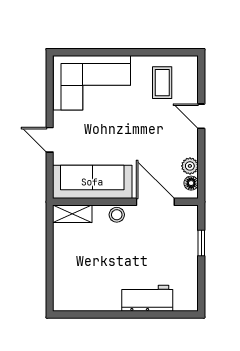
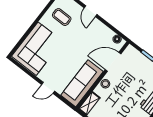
door: (201, 116) -> (91, 11), hinge flipped
plant: (190, 166) -> (109, 34), removed

